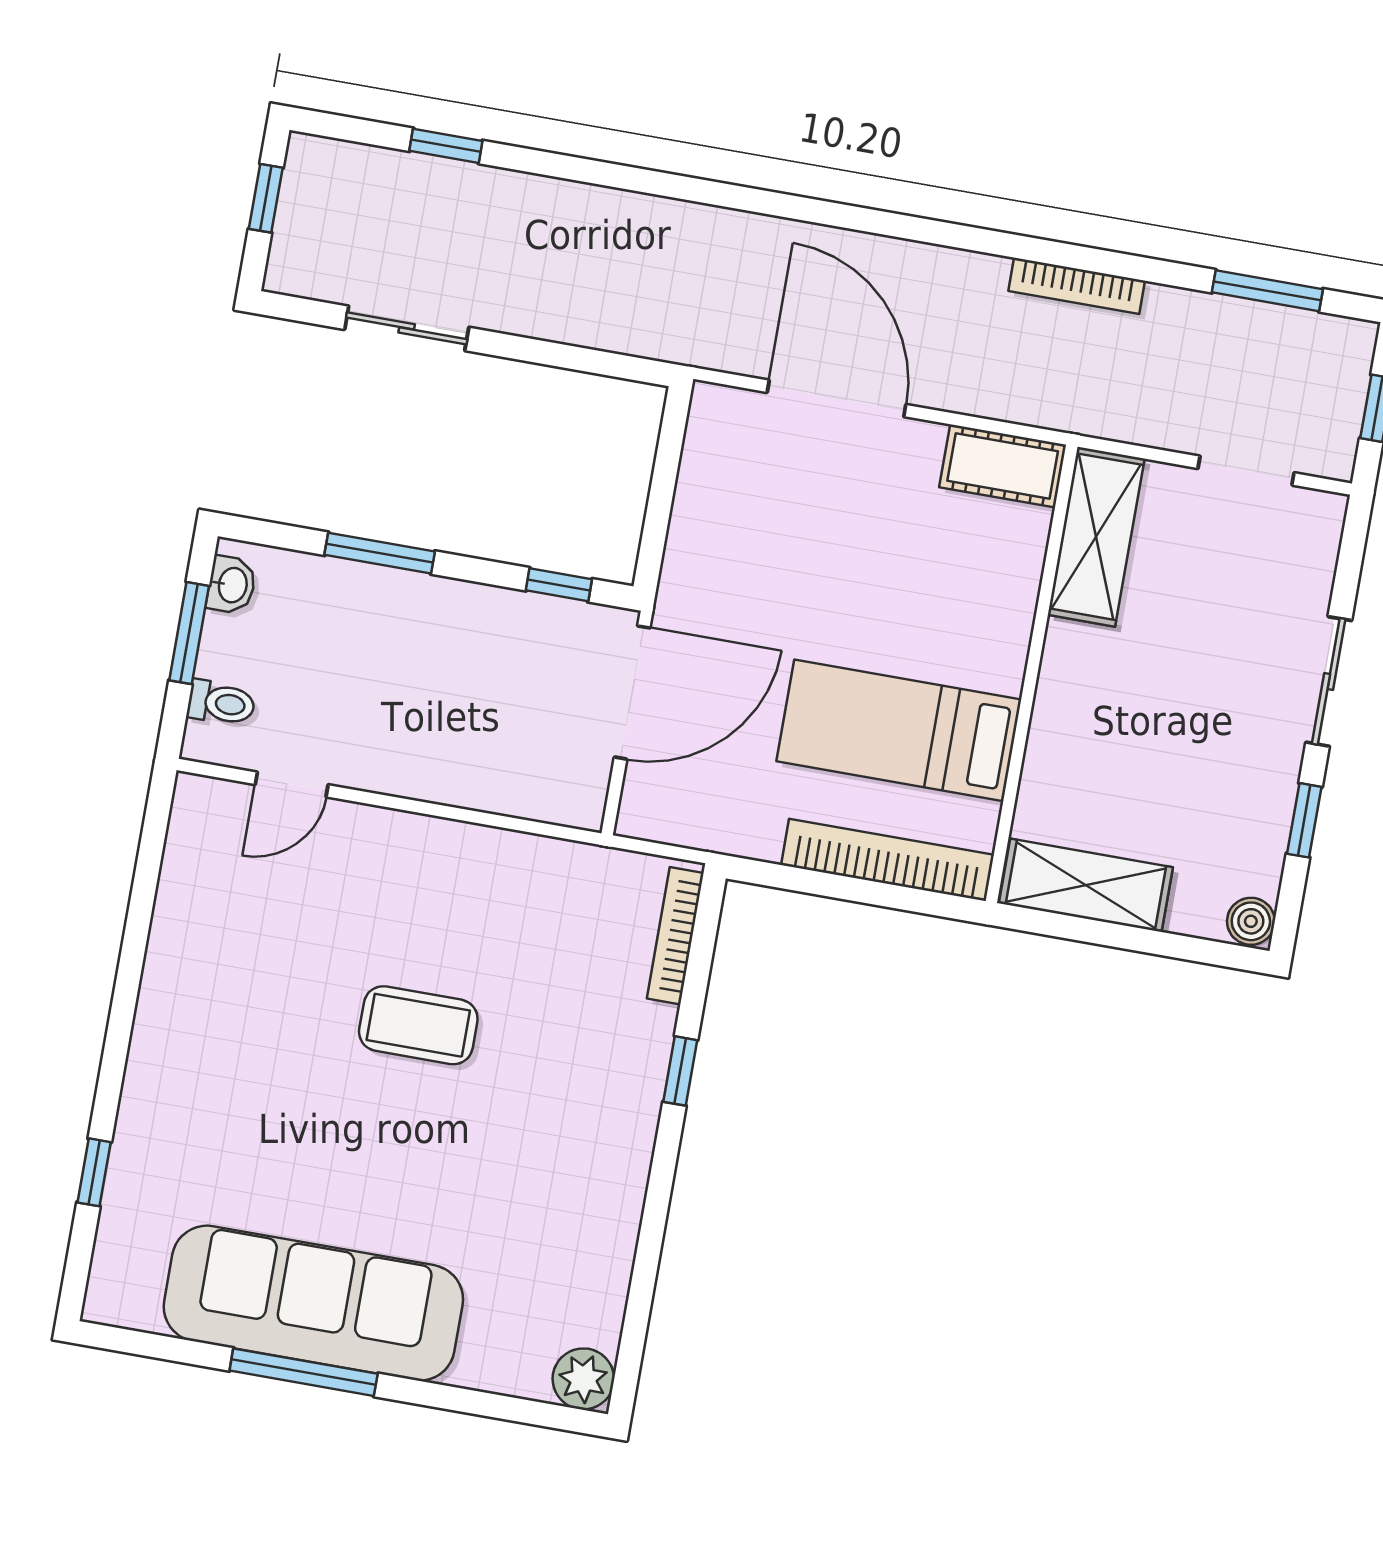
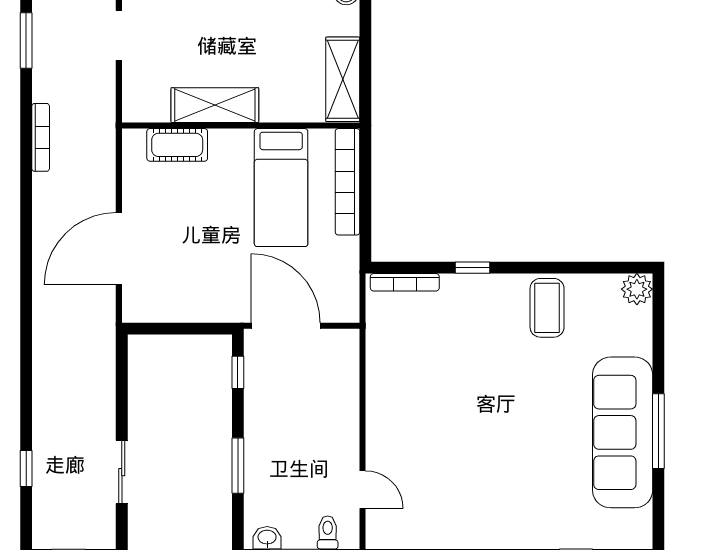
cot: (1003, 466) -> (177, 145), moved, turned 90
shelving: (1096, 537) -> (215, 105), moved
coffee table: (418, 1025) -> (547, 308), moved

